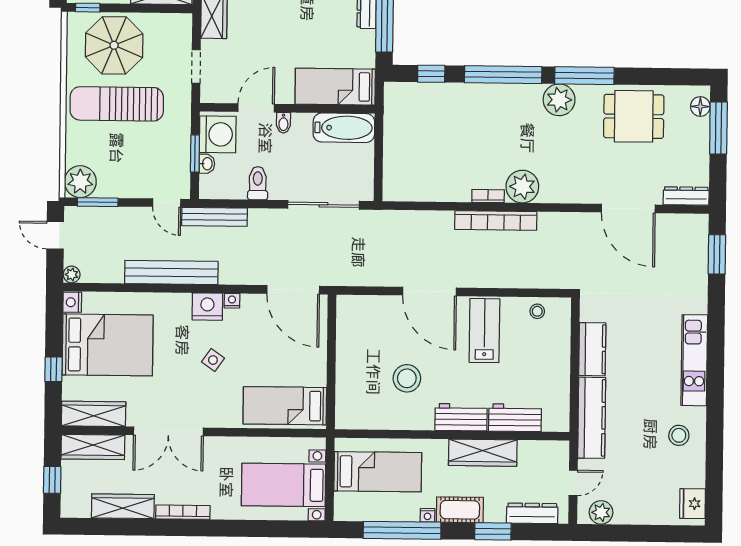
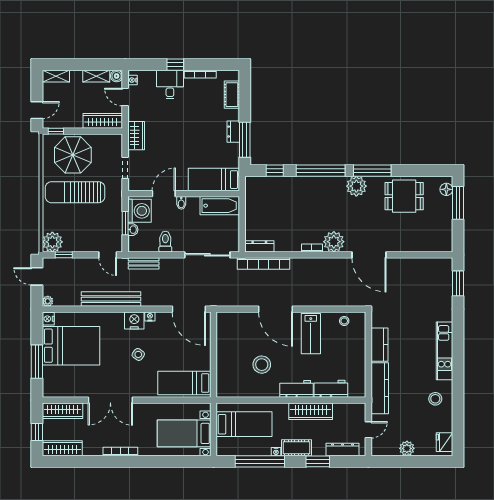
dresser: (686, 196) -> (259, 246), moved
window: (98, 202) -> (64, 255), width x0.67
door: (628, 209) -> (369, 255), moved
bench: (215, 217) -> (144, 263), width x0.73
bookcase: (496, 220) -> (264, 263), moved
lab bench: (484, 331) -> (311, 334), turned 180
window: (54, 369) -> (37, 362), width x2.17
wardrobe: (94, 414) -> (63, 390), removed
wardrobe: (123, 506) -> (62, 448), moved
plant: (601, 512) -> (407, 448), moved

